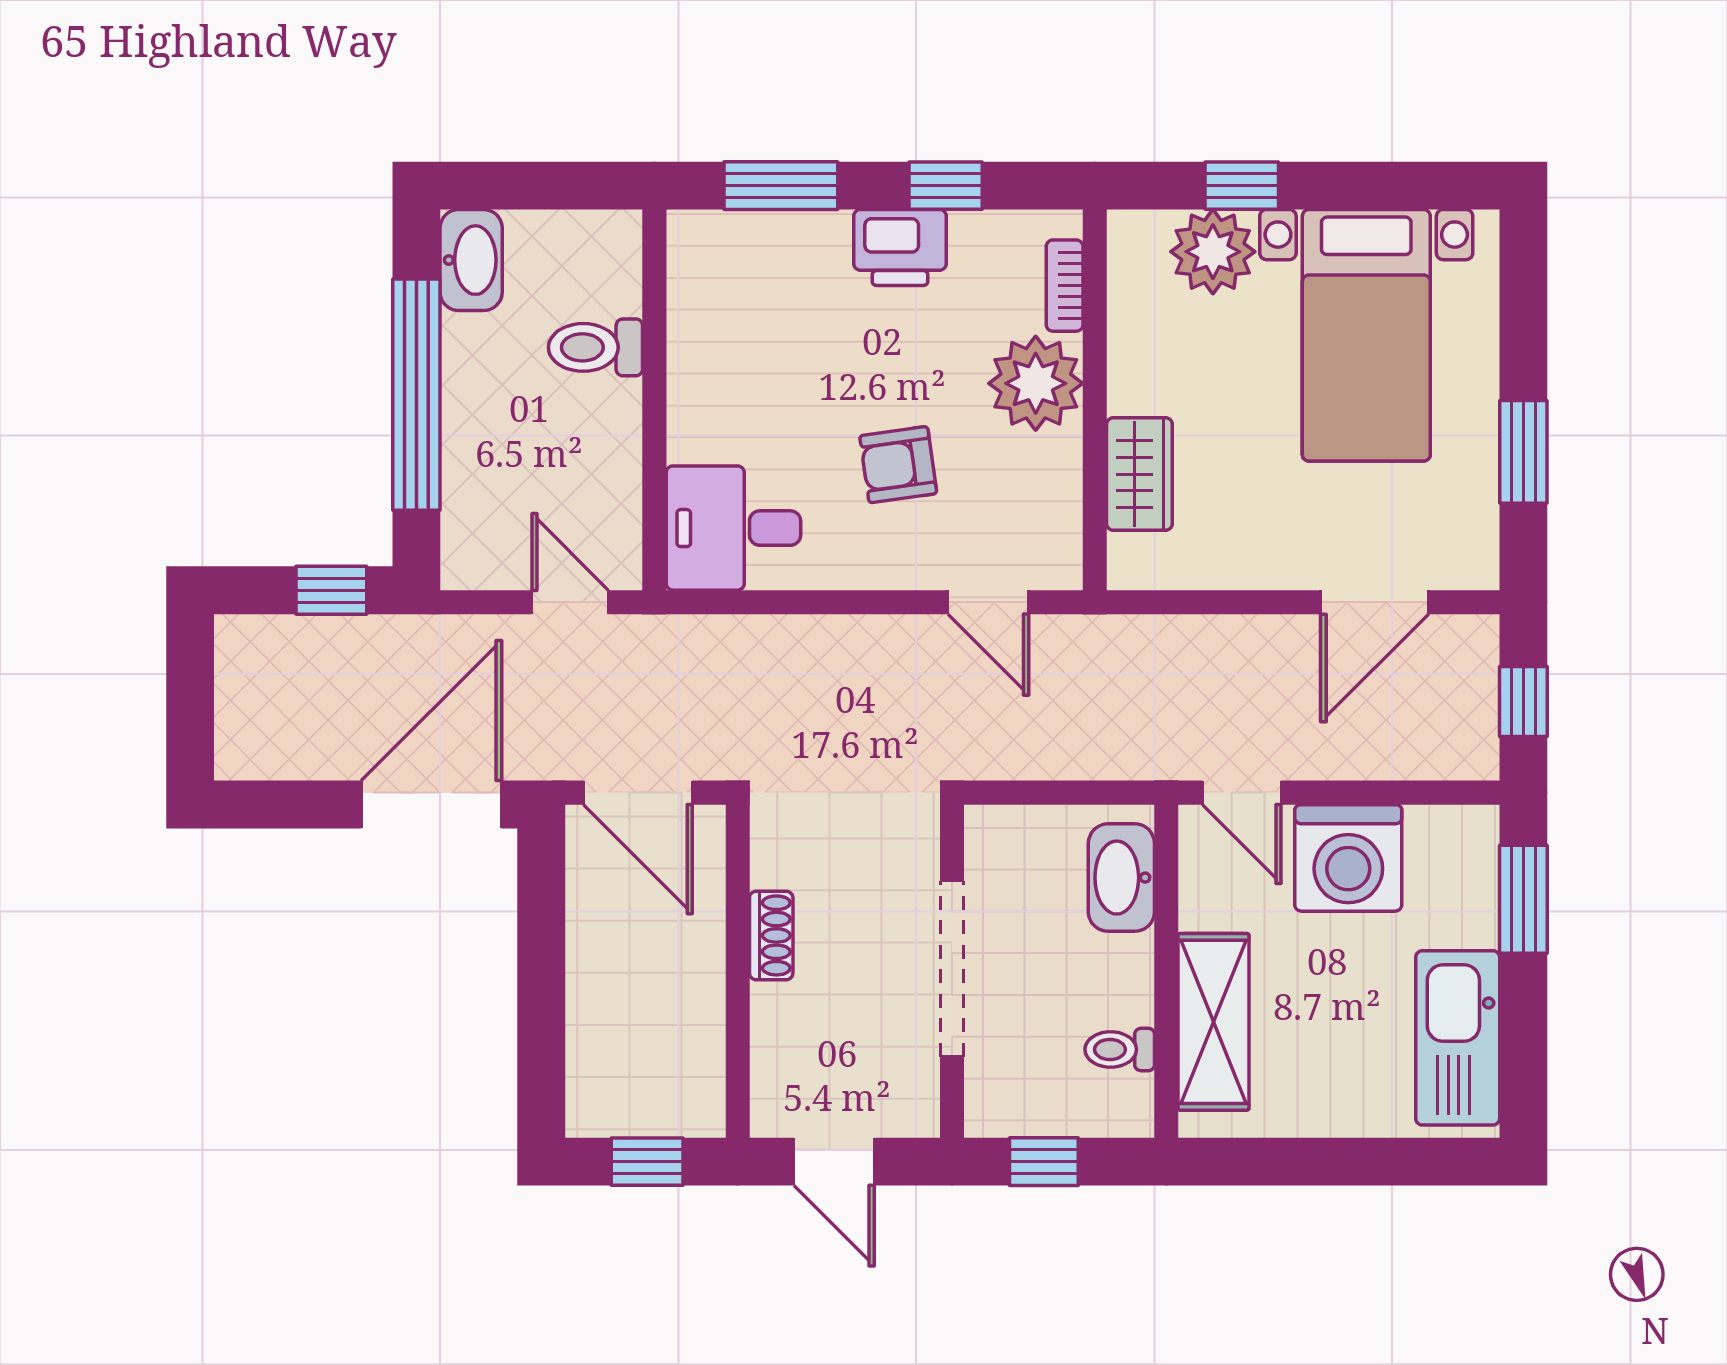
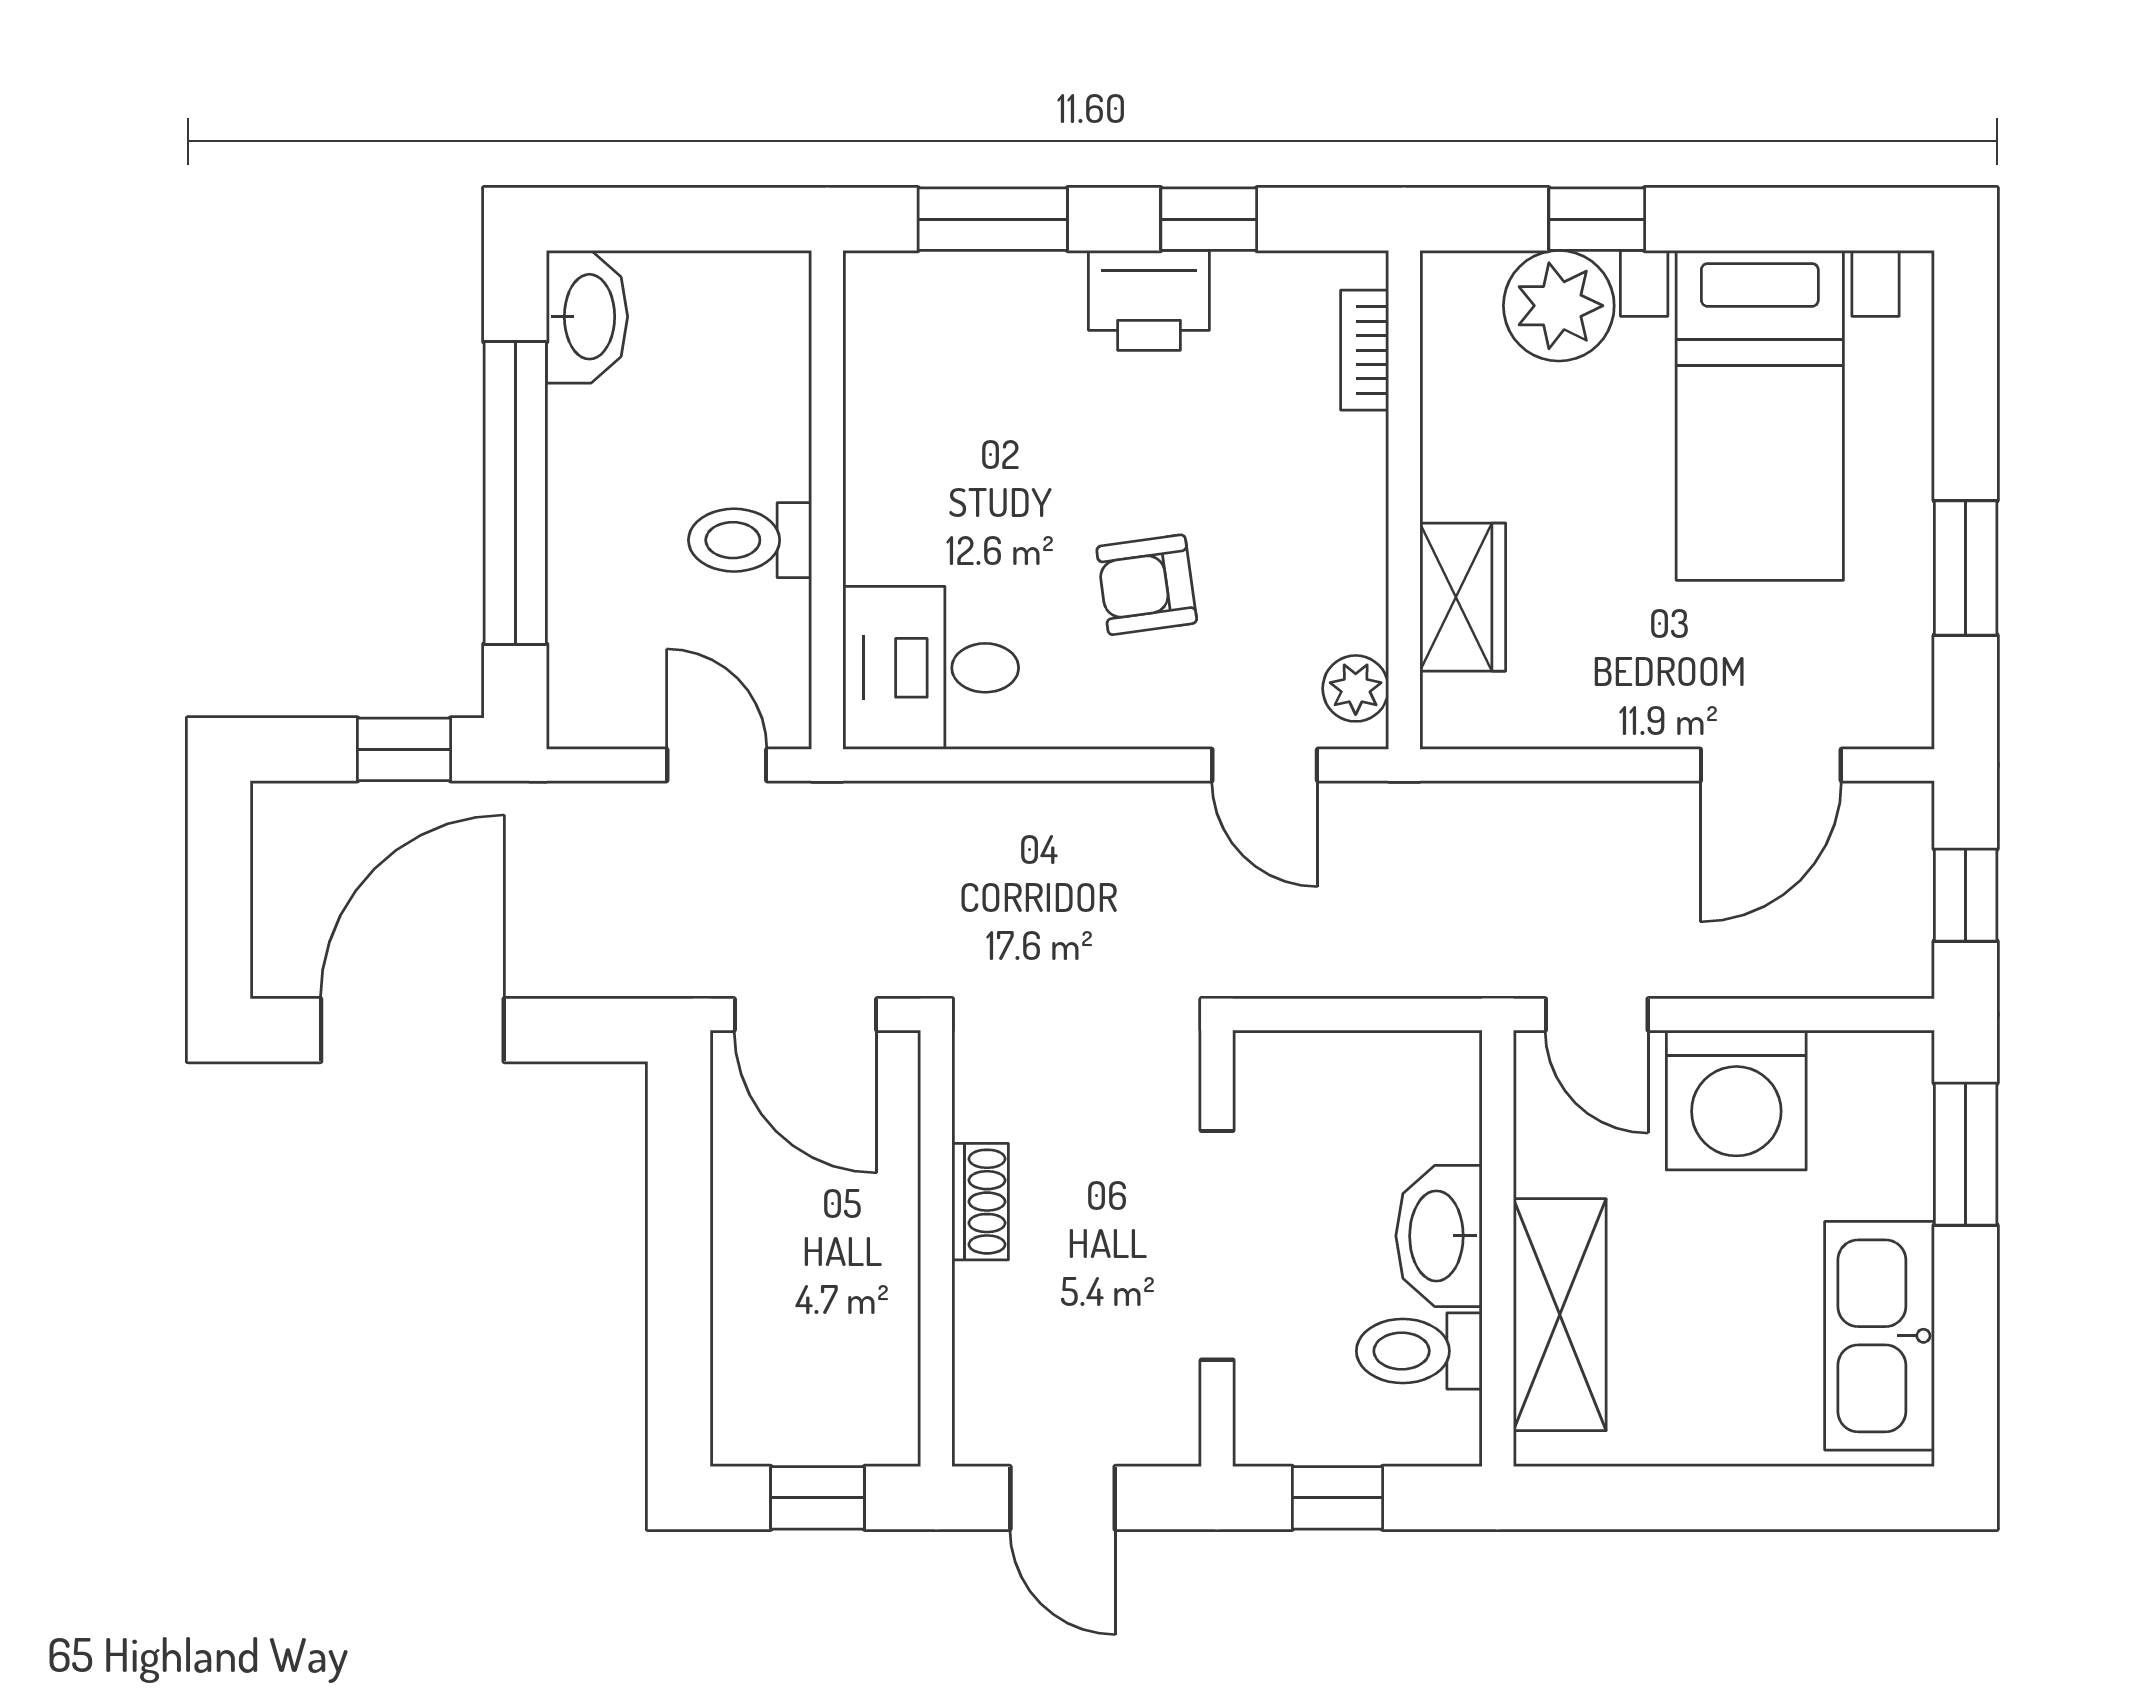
toilet: (596, 347) -> (750, 540), moved
plant: (1036, 383) -> (1356, 688), moved, width x0.53, depth x0.53
door: (431, 805) -> (412, 1030), moved
washbasin: (1121, 878) -> (1439, 1236), moved
toilet: (1120, 1049) -> (1419, 1351), width x1.37, depth x1.39

